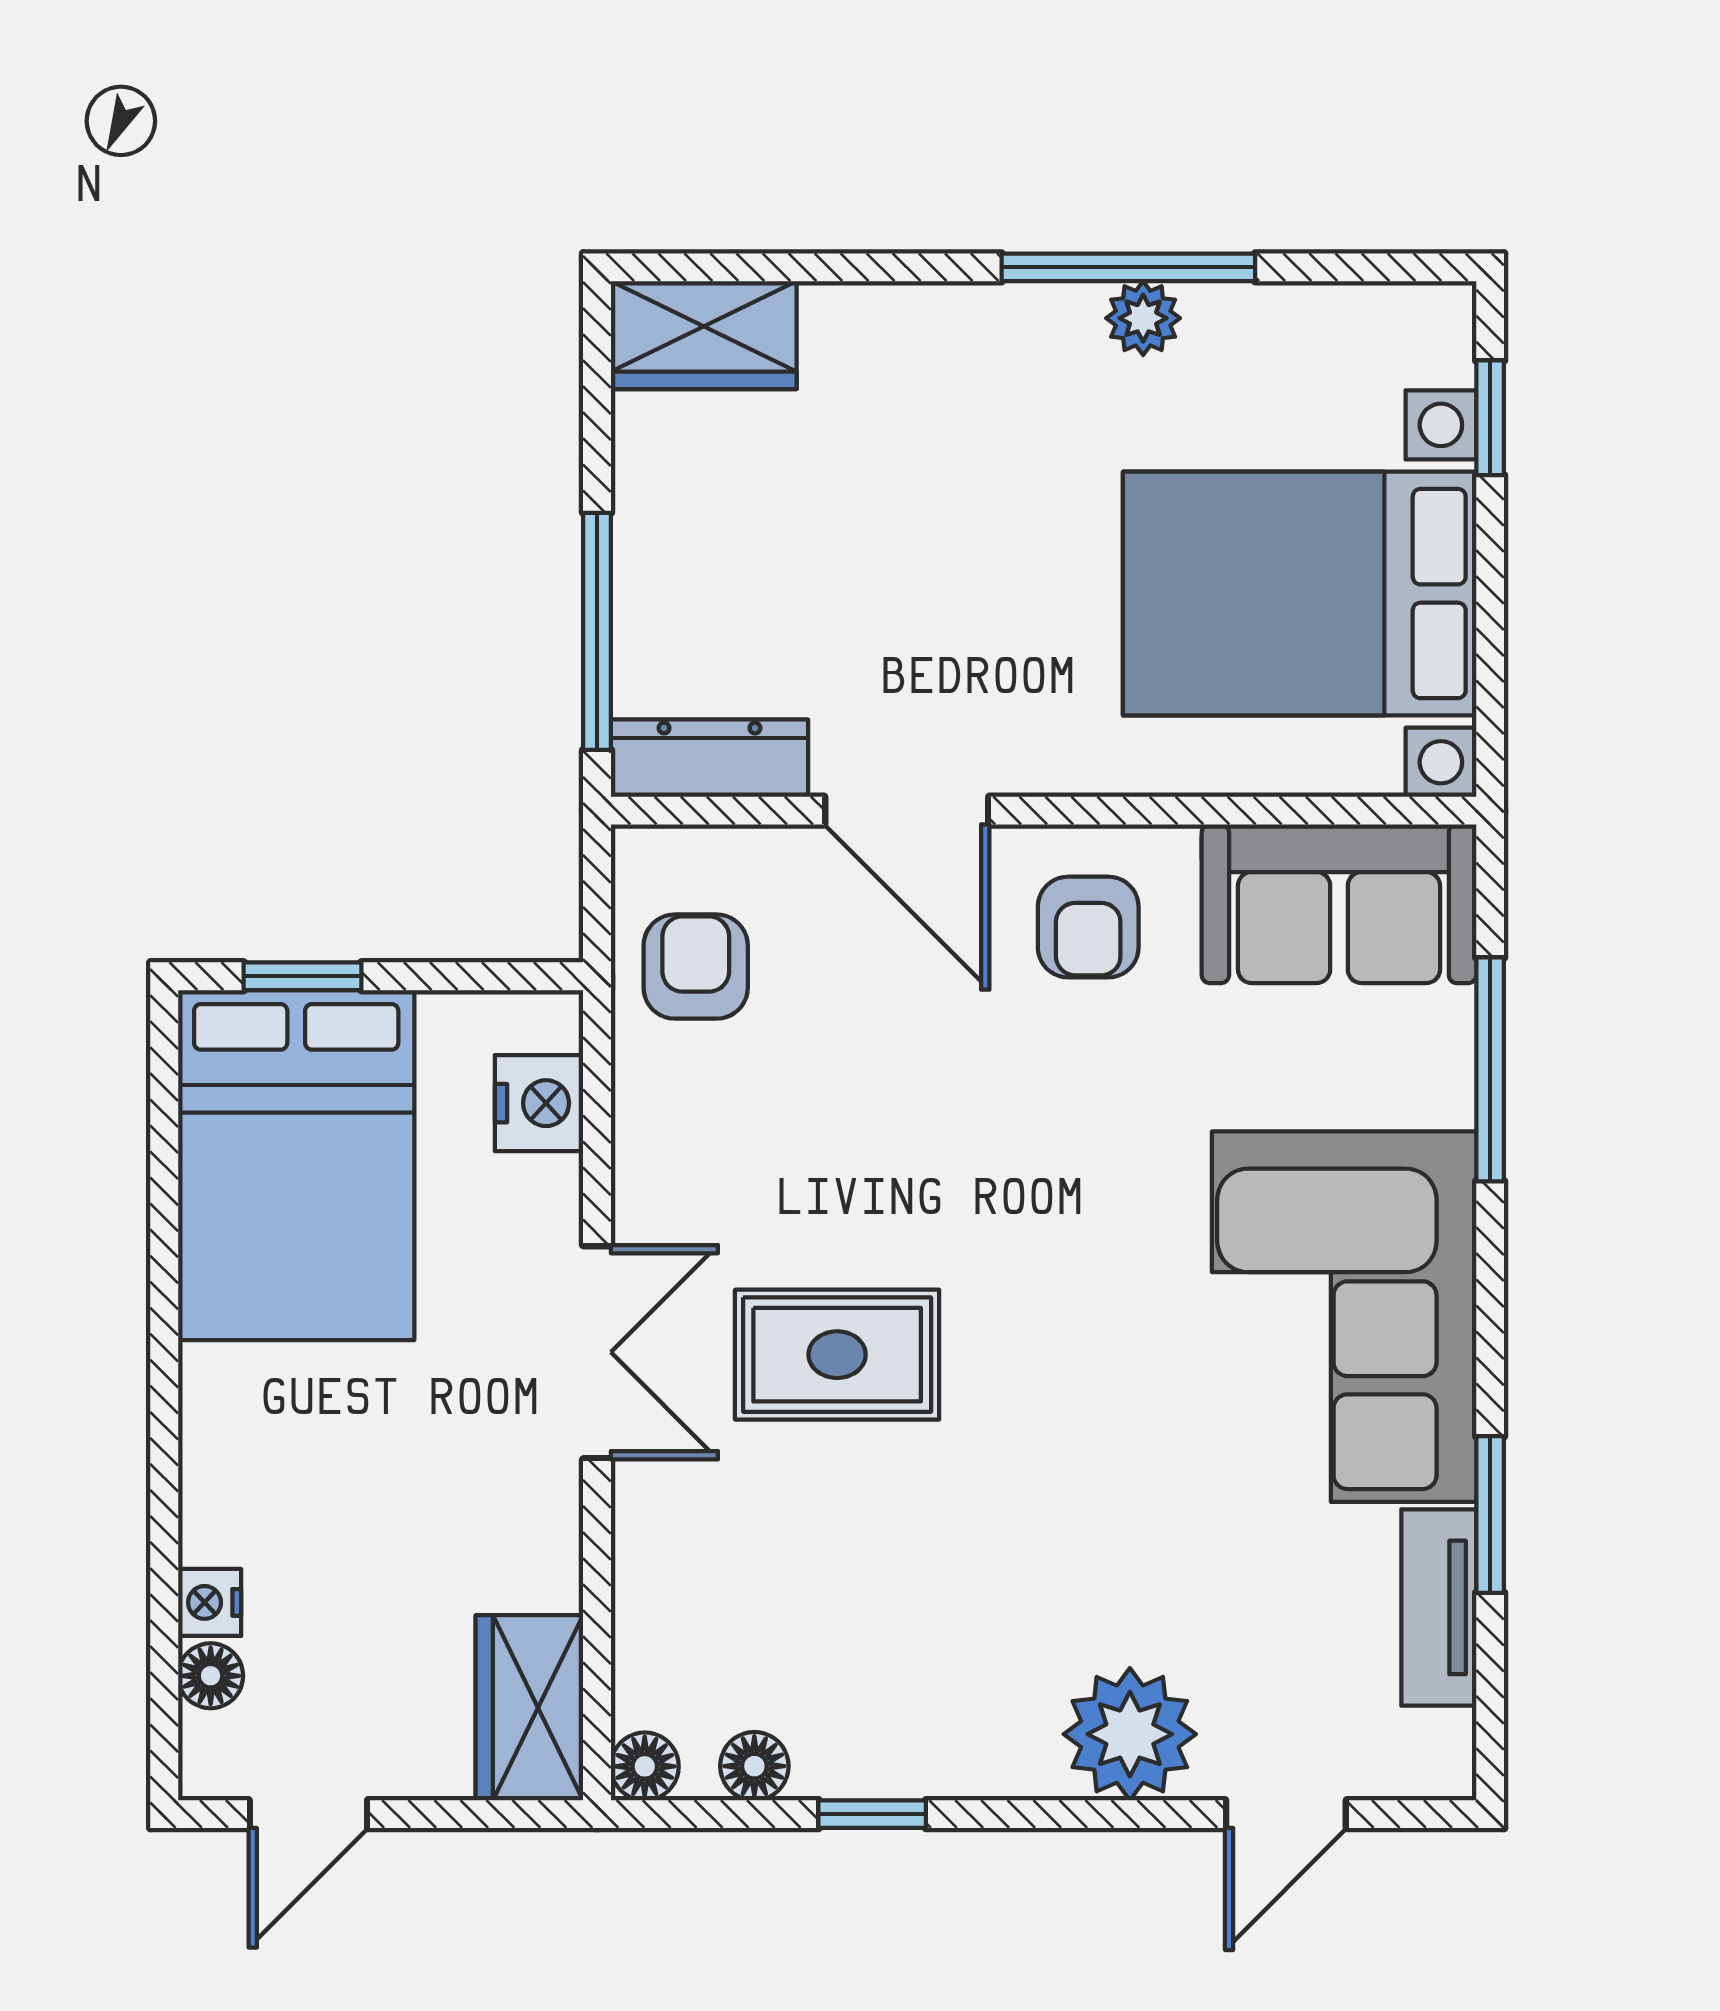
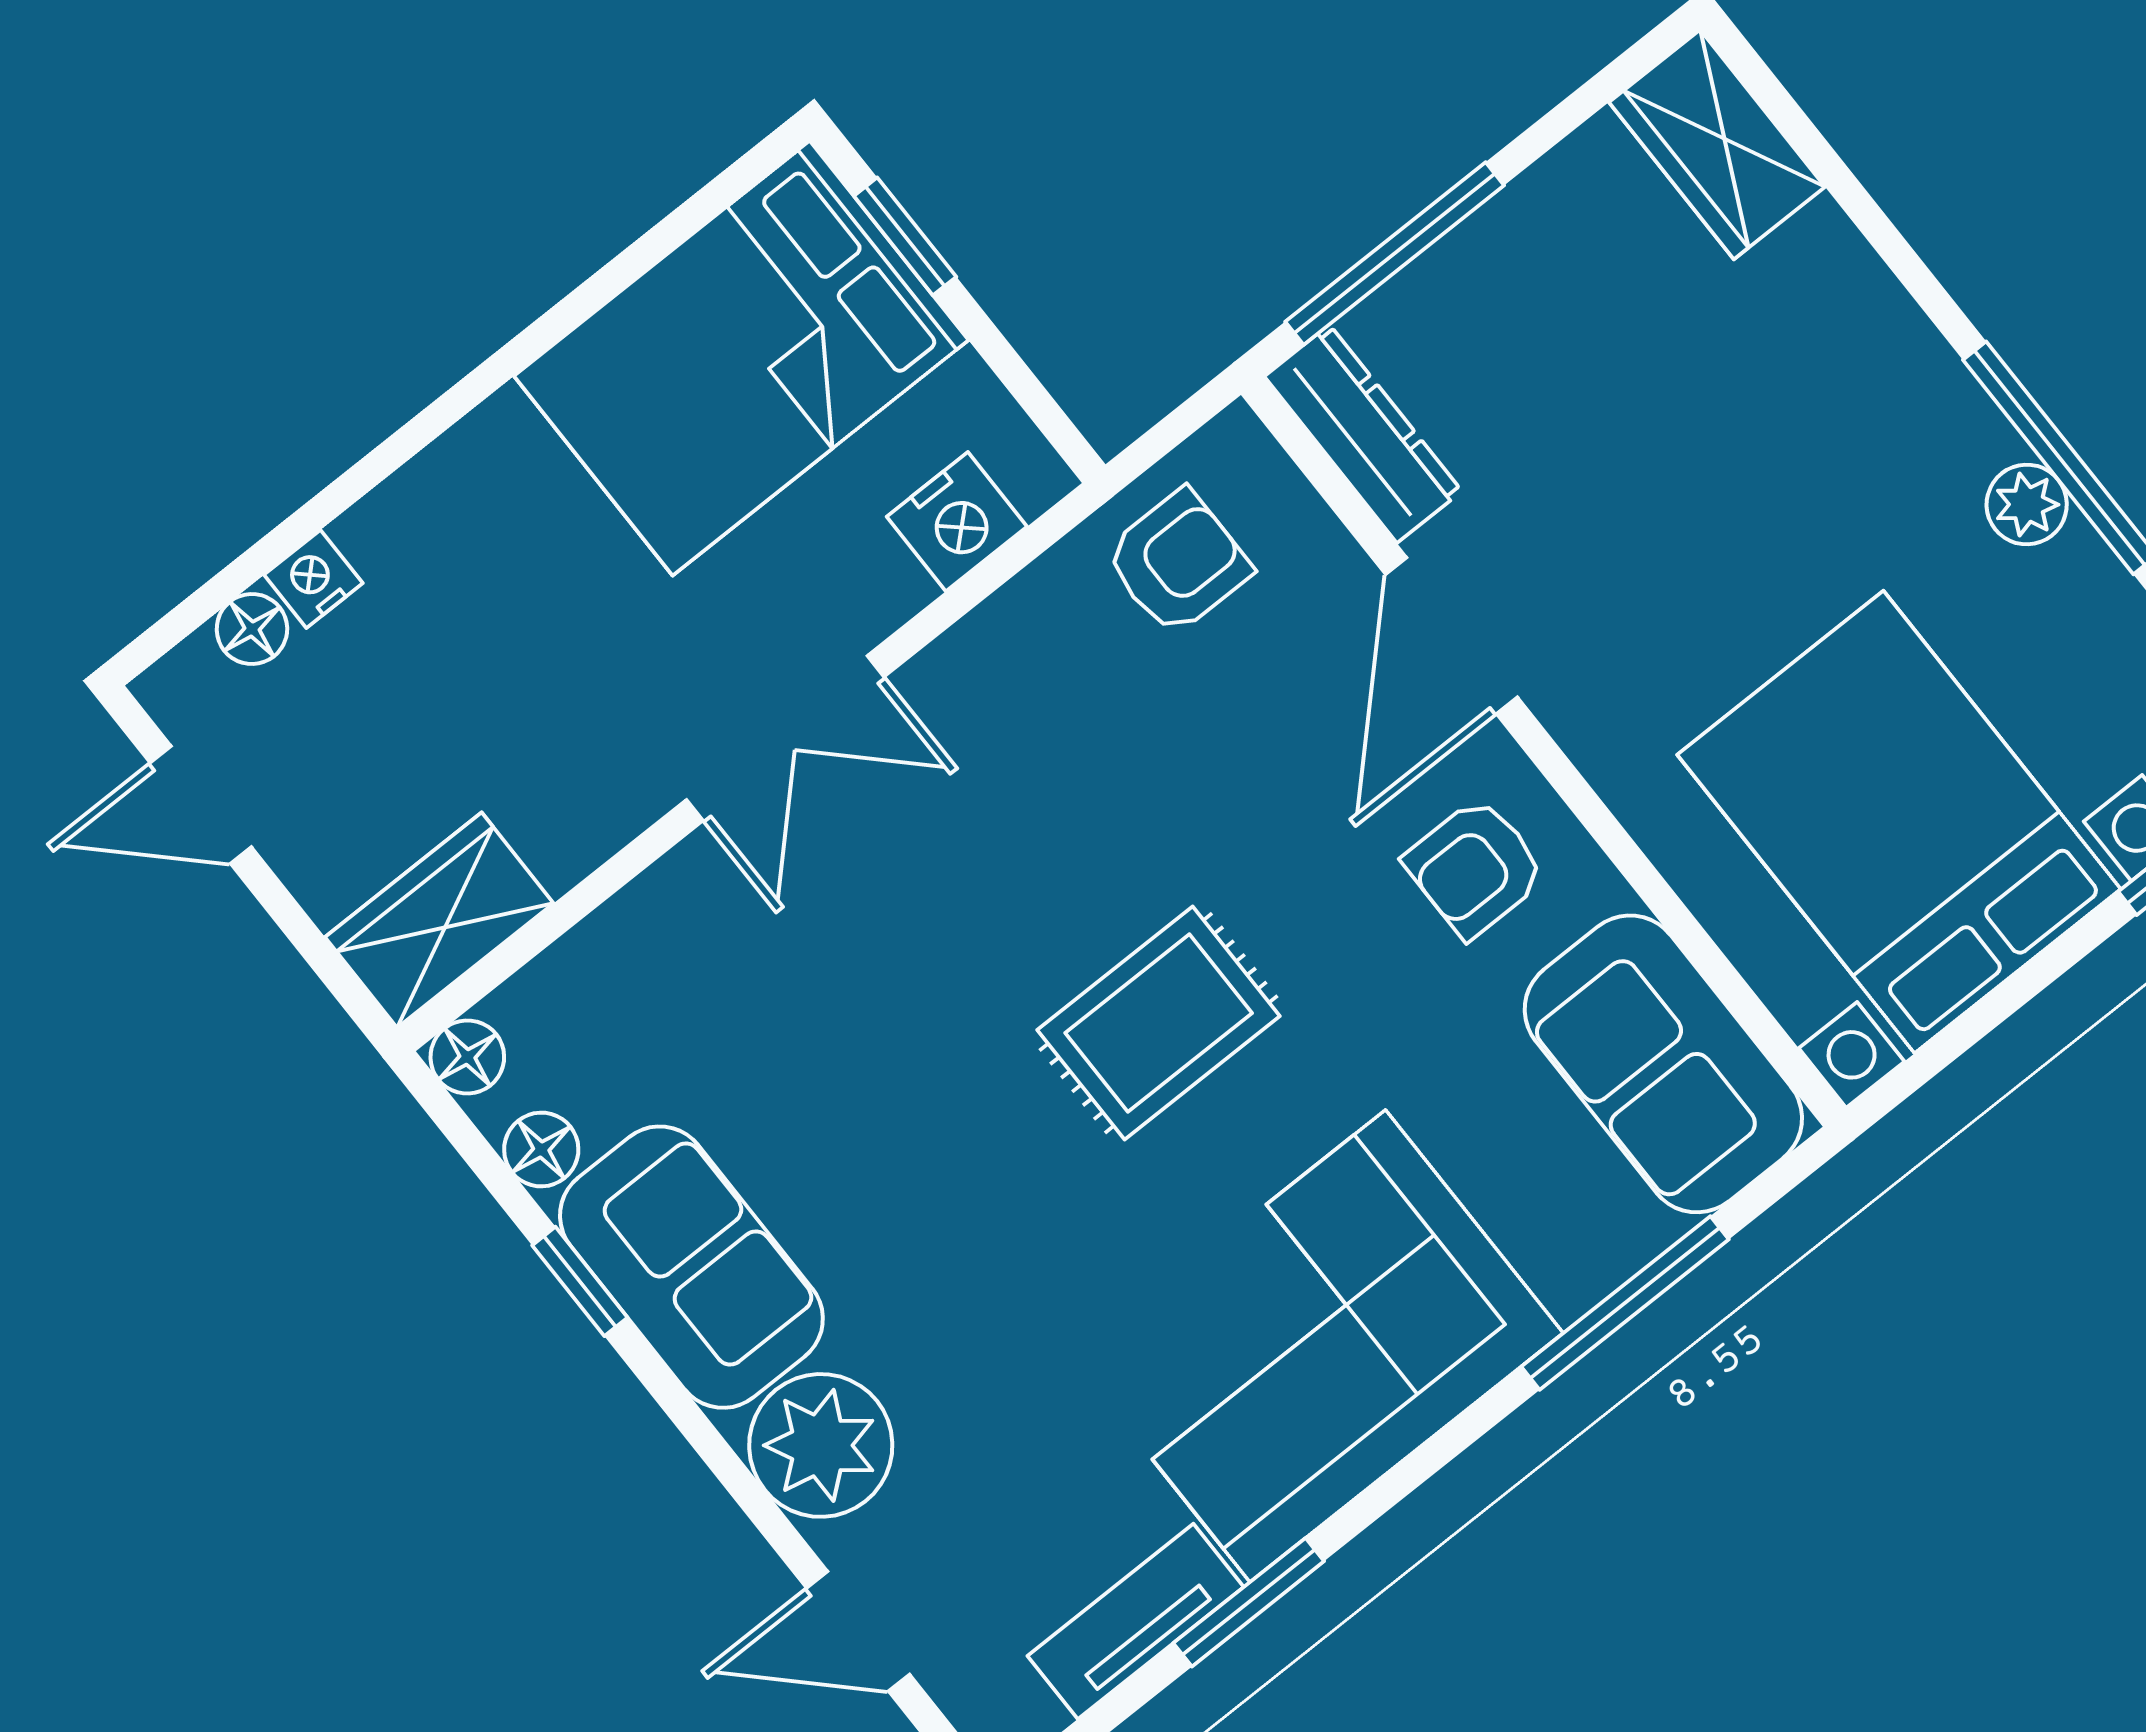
rug: (837, 1355) -> (1159, 1023), moved, turned 90
sofa: (926, 1725) -> (691, 1267), added

